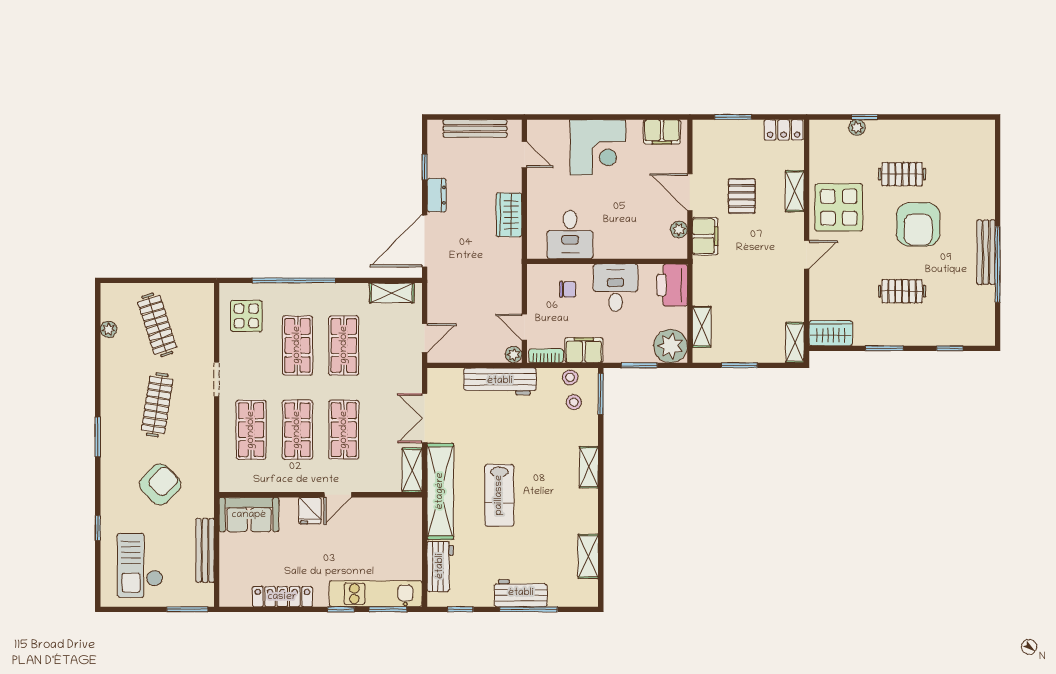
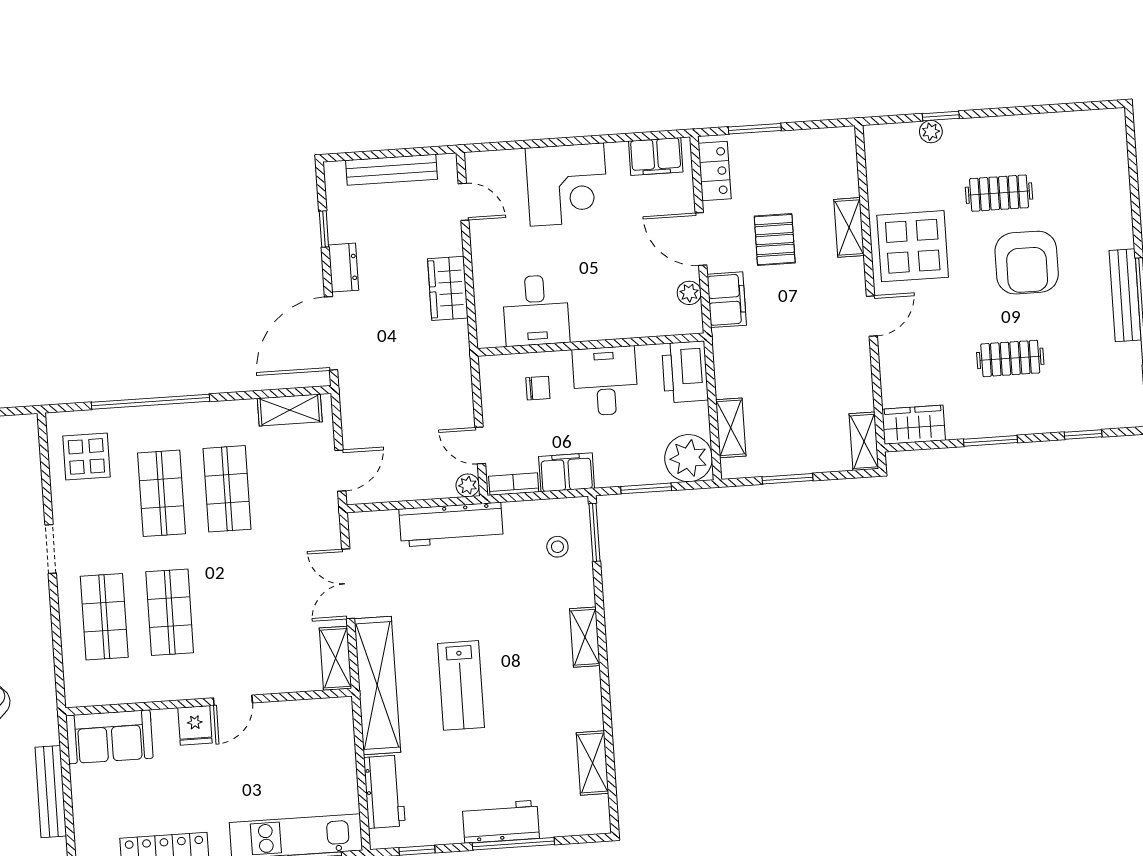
locker: (784, 130) -> (715, 171), moved, turned -90
stool: (570, 377) -> (550, 512), removed
shop shelf: (344, 430) -> (235, 608), removed

